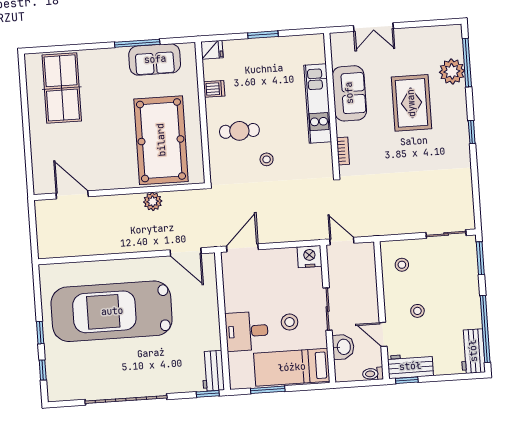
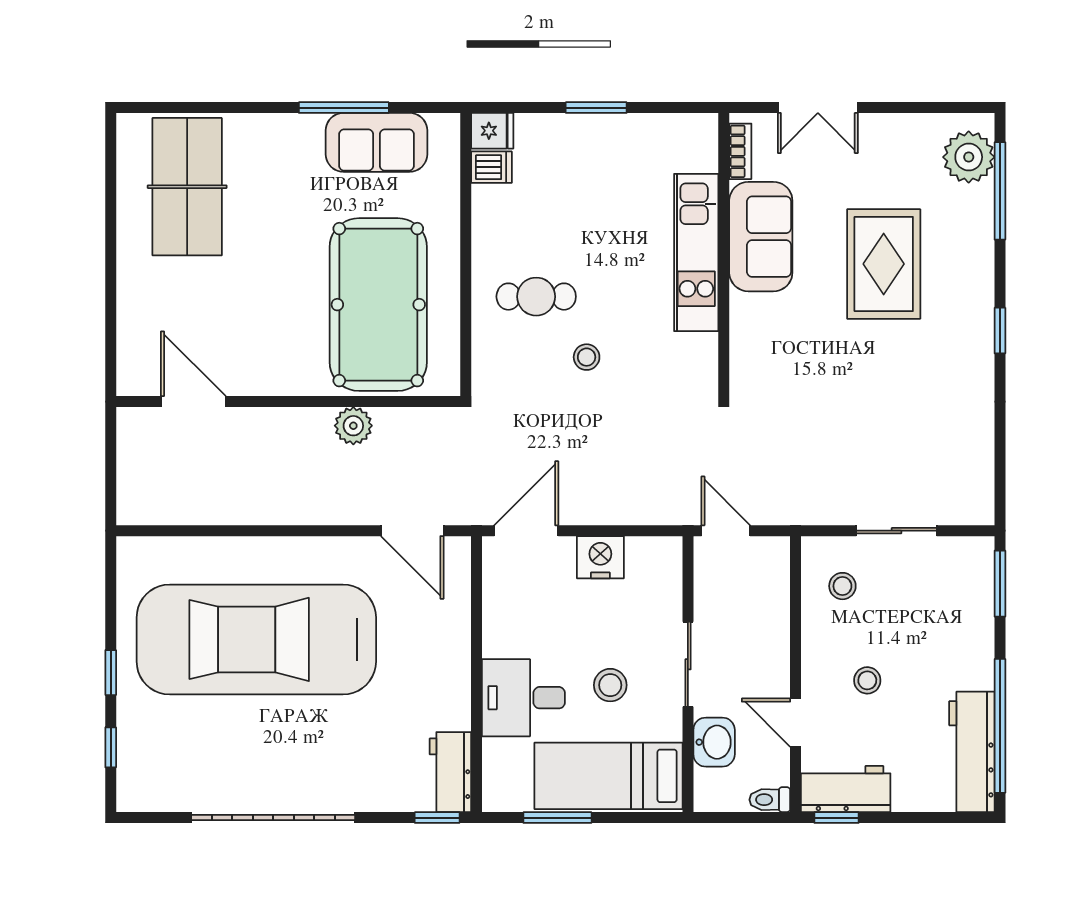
plant: (452, 71) -> (969, 157), moved
dishwasher: (214, 89) -> (491, 167), moved
bookcase: (343, 151) -> (740, 151), moved
sliding door: (446, 234) -> (897, 531), moved
nightstand: (310, 257) -> (600, 557), moved
workbench: (473, 351) -> (972, 752), width x1.38

